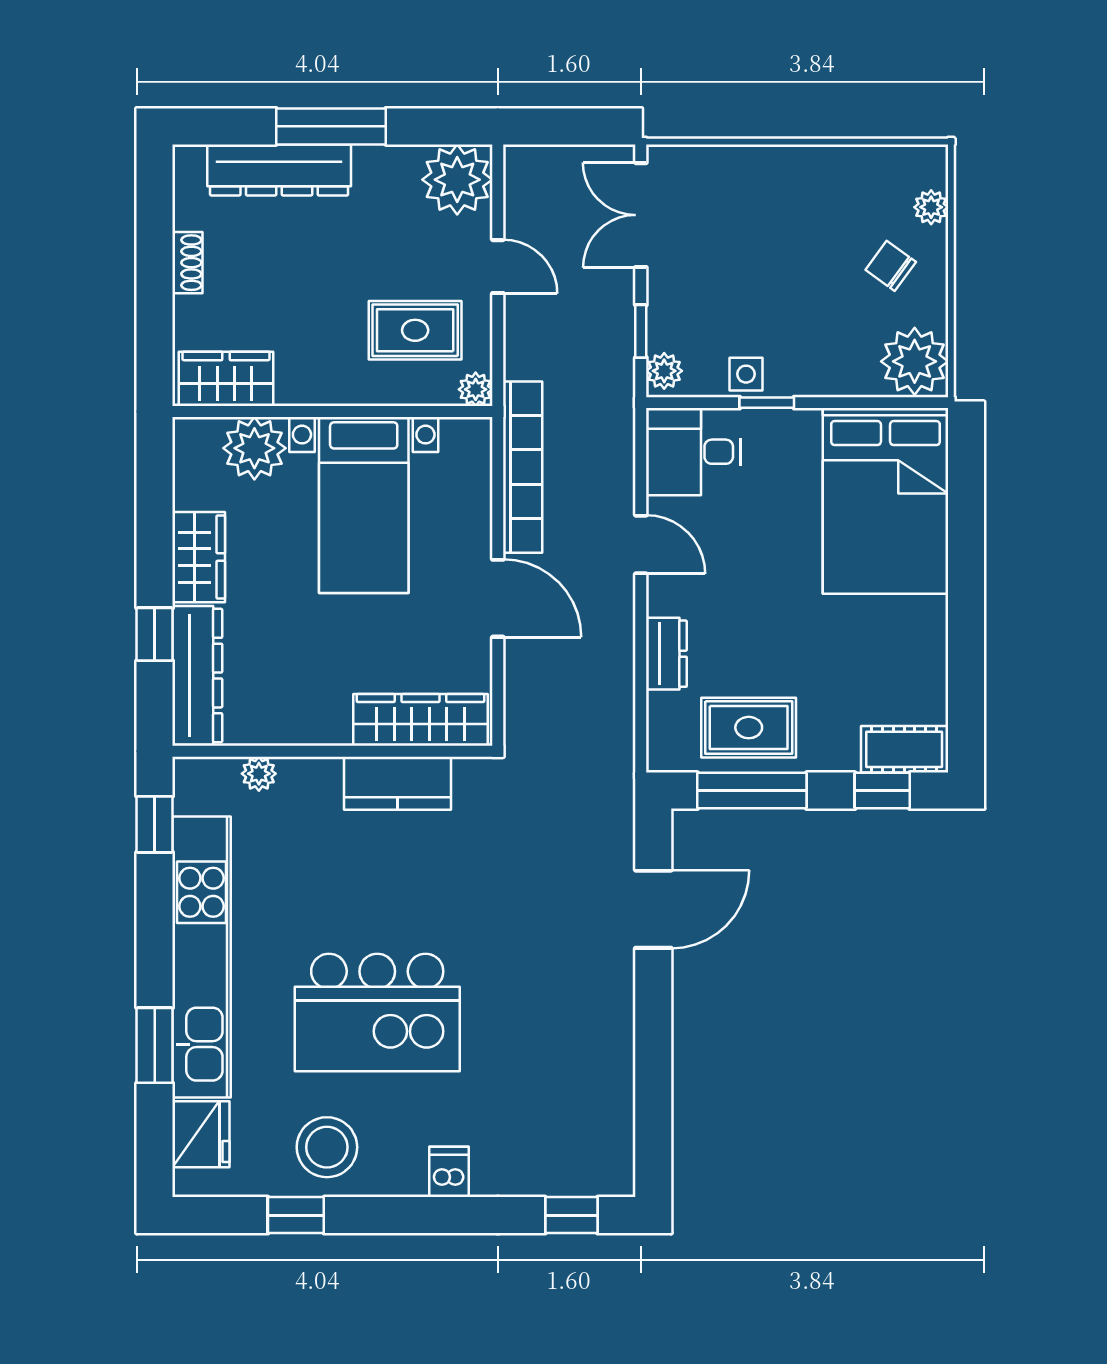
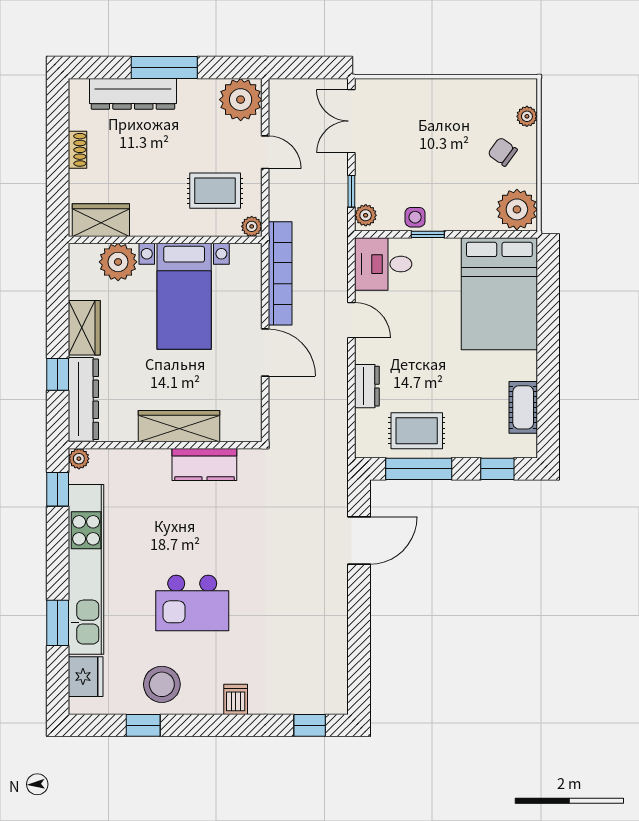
wardrobe: (420, 720) -> (179, 426), moved
cot: (904, 749) -> (523, 407), moved, turned 90
plant: (259, 774) -> (79, 459), moved
kitchen island: (377, 1012) -> (192, 603), width x0.73, depth x0.78

